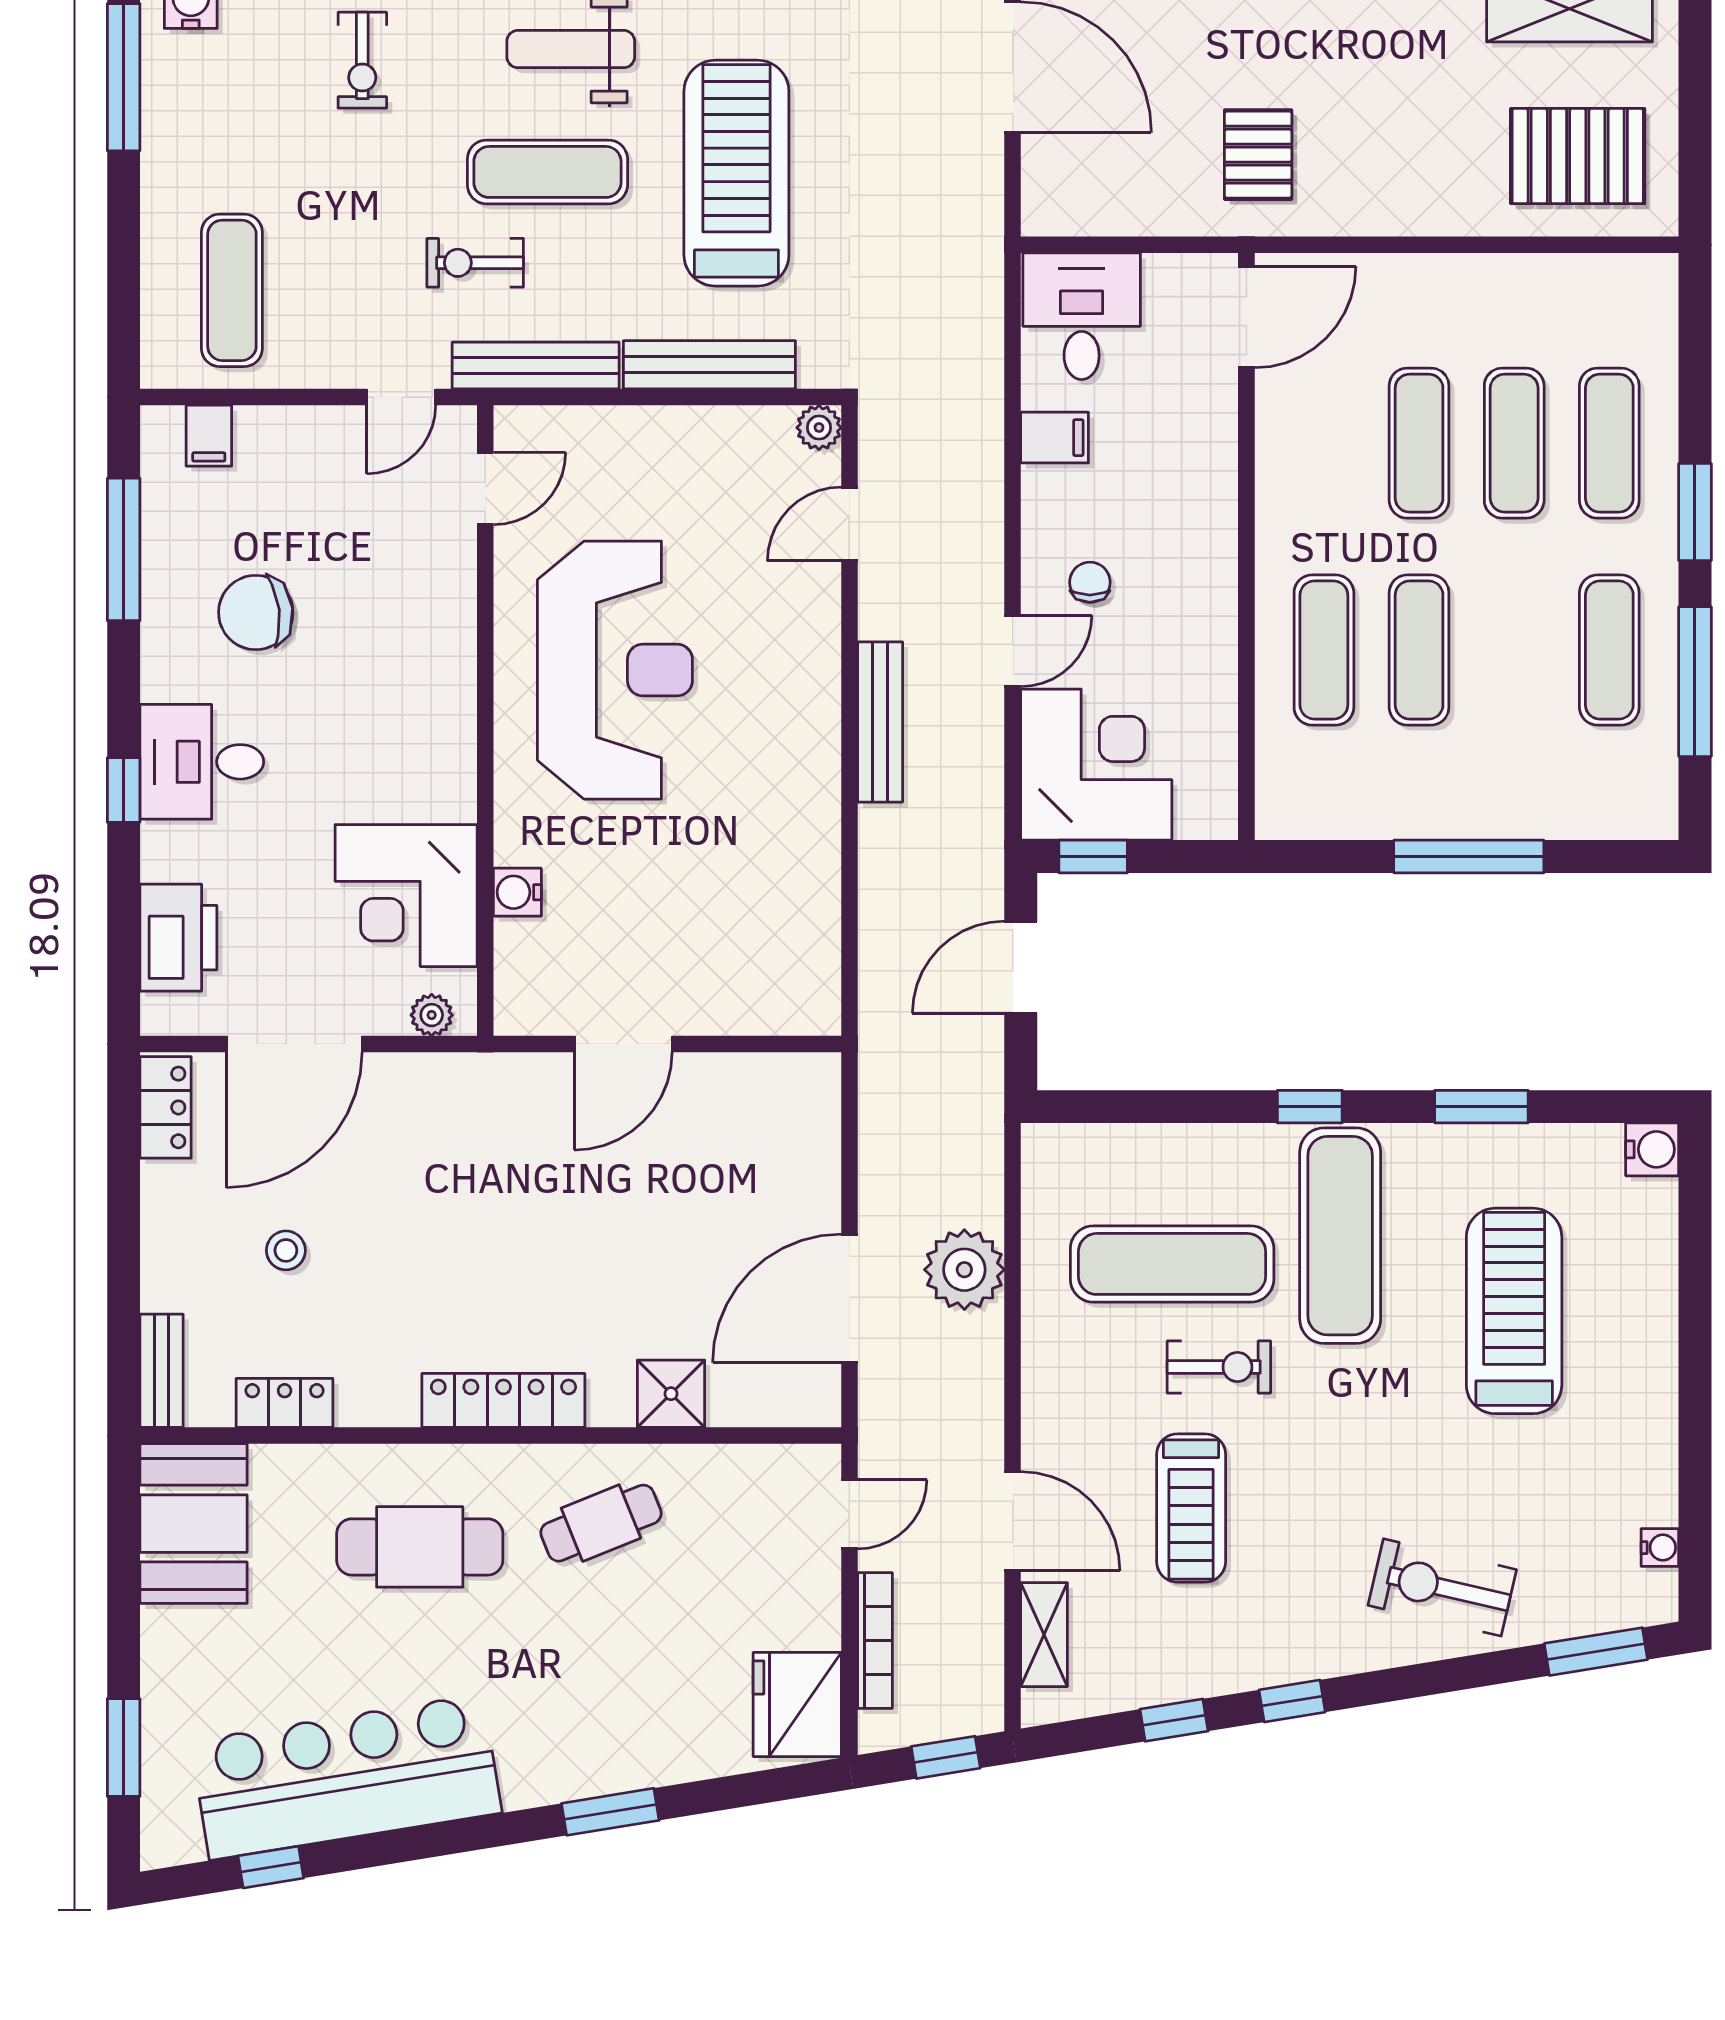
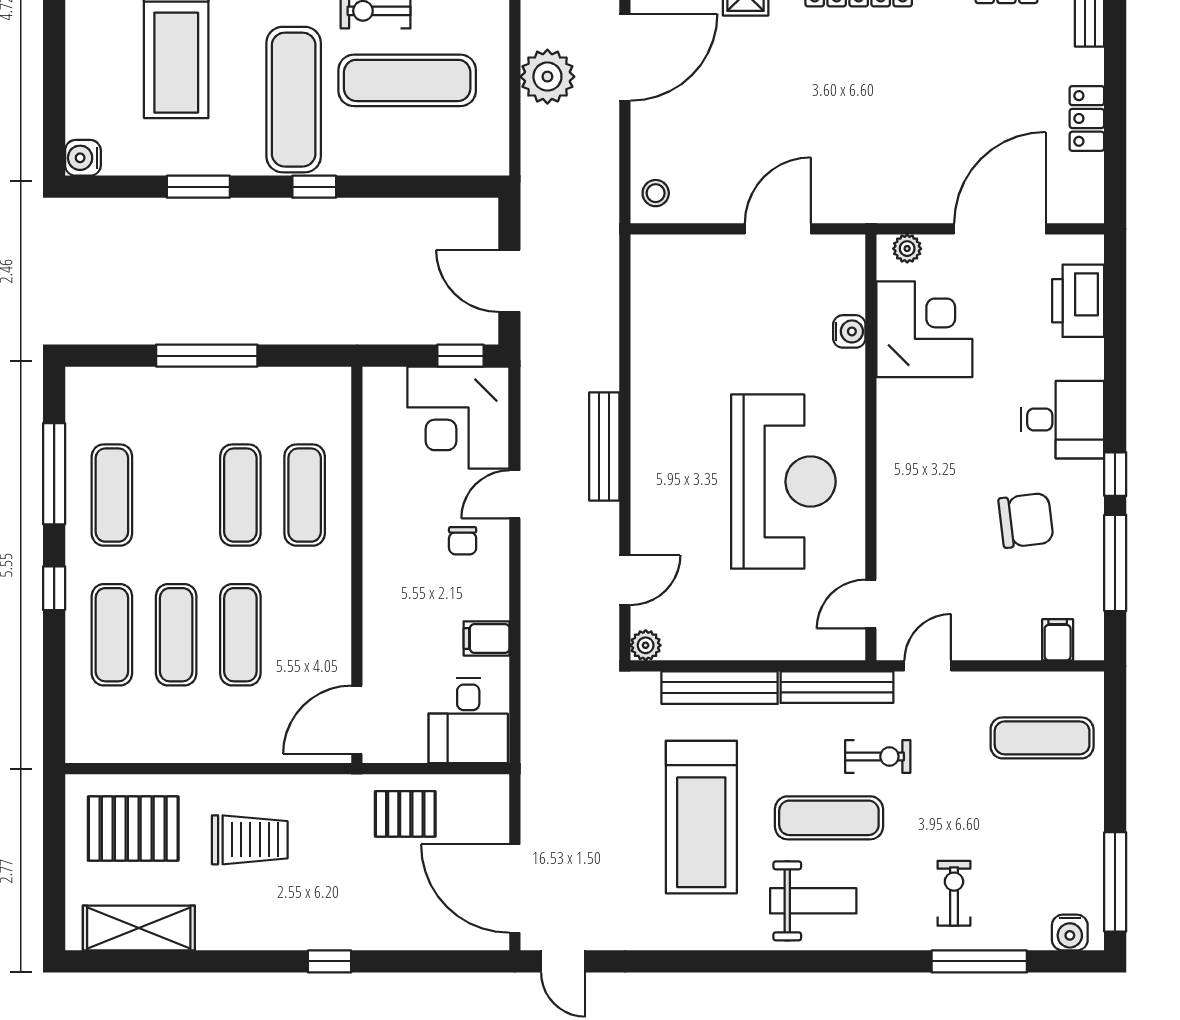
trolley: (1405, 139) -> (250, 840), added
pallet: (1258, 155) -> (405, 814), moved, turned 90
exercise mat: (232, 290) -> (1042, 738), turned 90
window: (1695, 512) -> (54, 588), width x0.67
reception desk: (615, 670) -> (783, 482), turned 180
window: (124, 790) -> (1115, 474), moved
door: (1021, 967) -> (509, 281), swing flipped
locker: (166, 1107) -> (1087, 118), moved
stool: (286, 1250) -> (656, 193), moved

